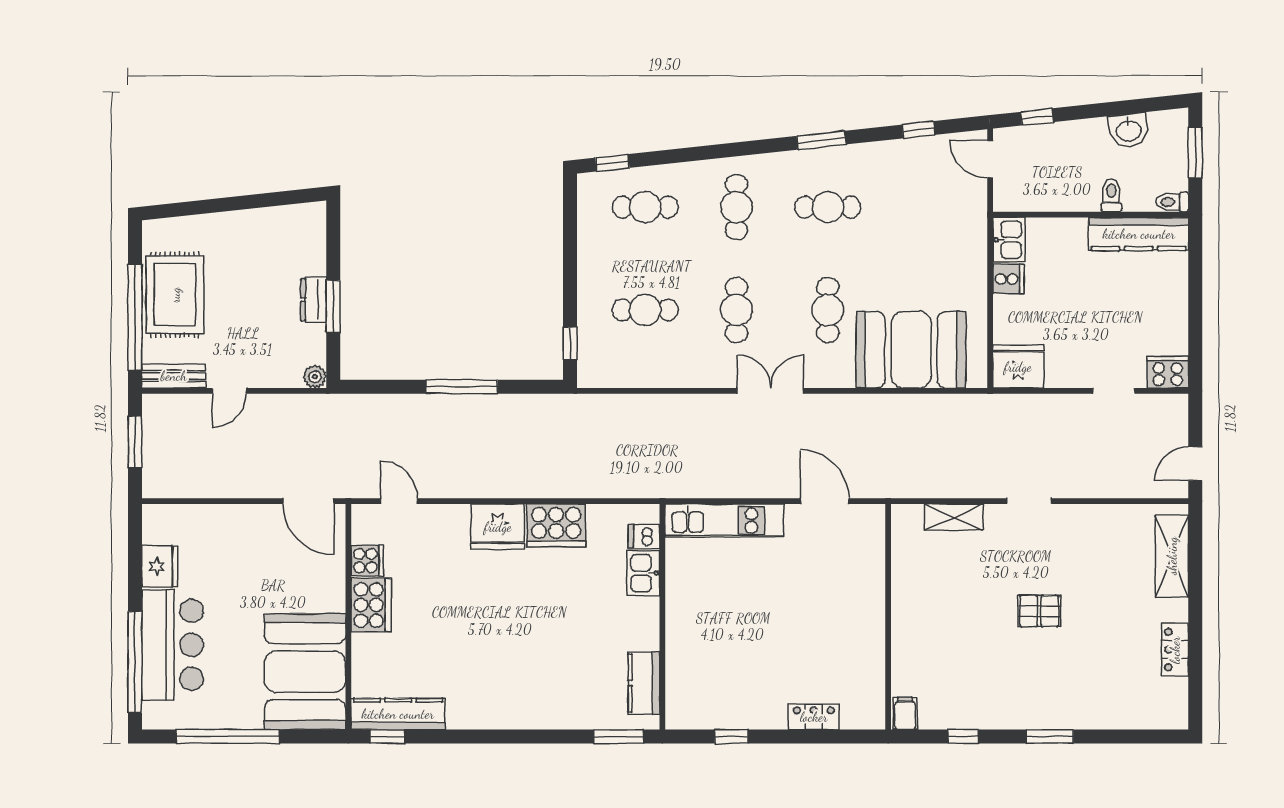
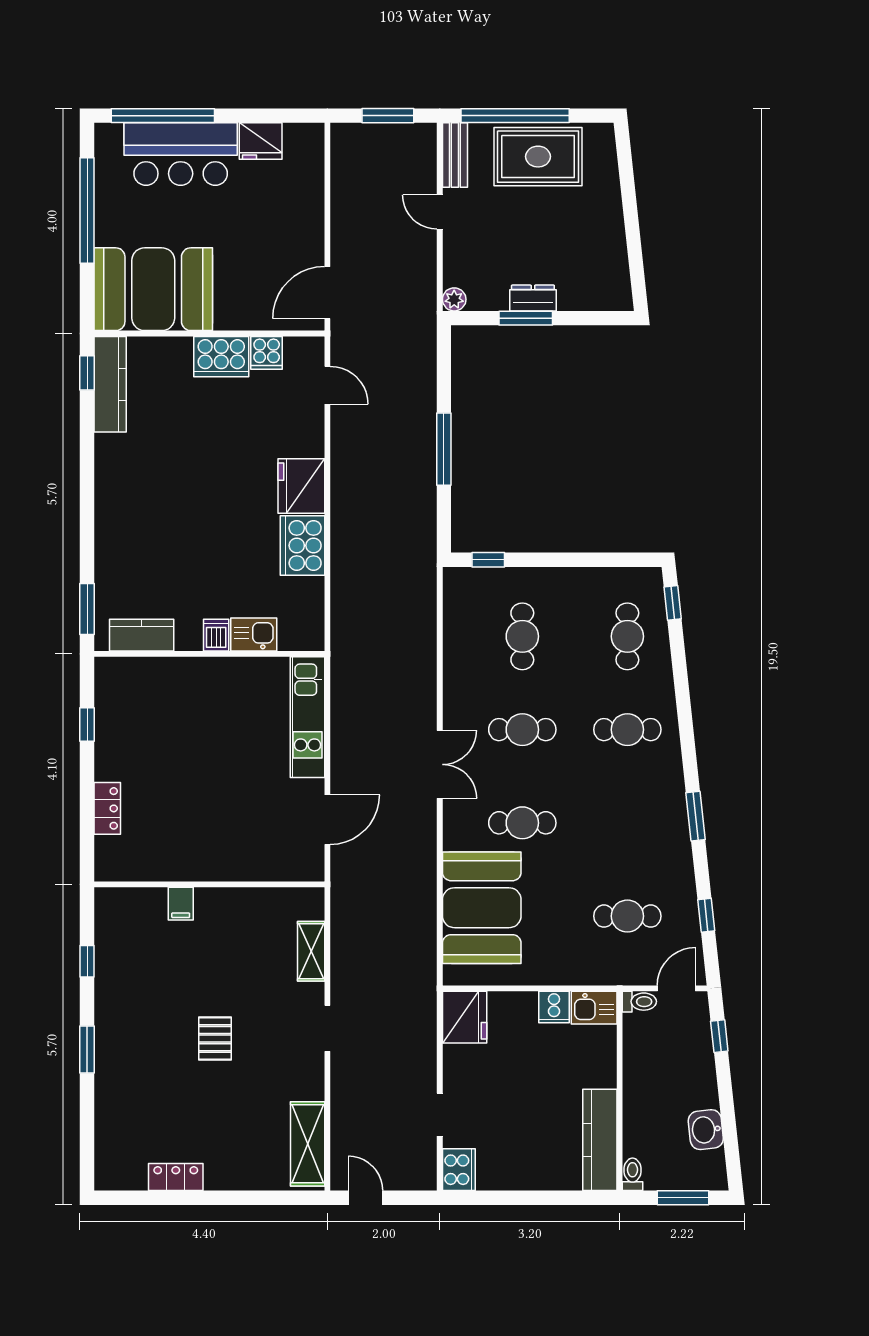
toilet: (1111, 195) -> (639, 1002), moved
cafe table: (828, 207) -> (627, 916), moved, turned 90
door: (399, 501) -> (327, 385), hinge flipped
dishwasher: (644, 536) -> (216, 635), moved
shelving: (1172, 556) -> (308, 1144), moved, turned 90
filing cabinet: (905, 713) -> (181, 904), moved, turned 90

